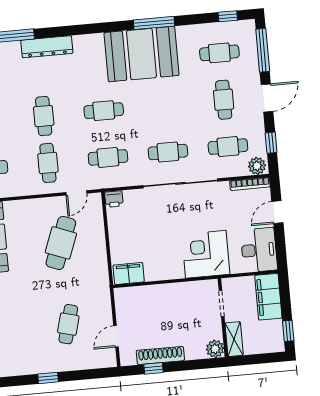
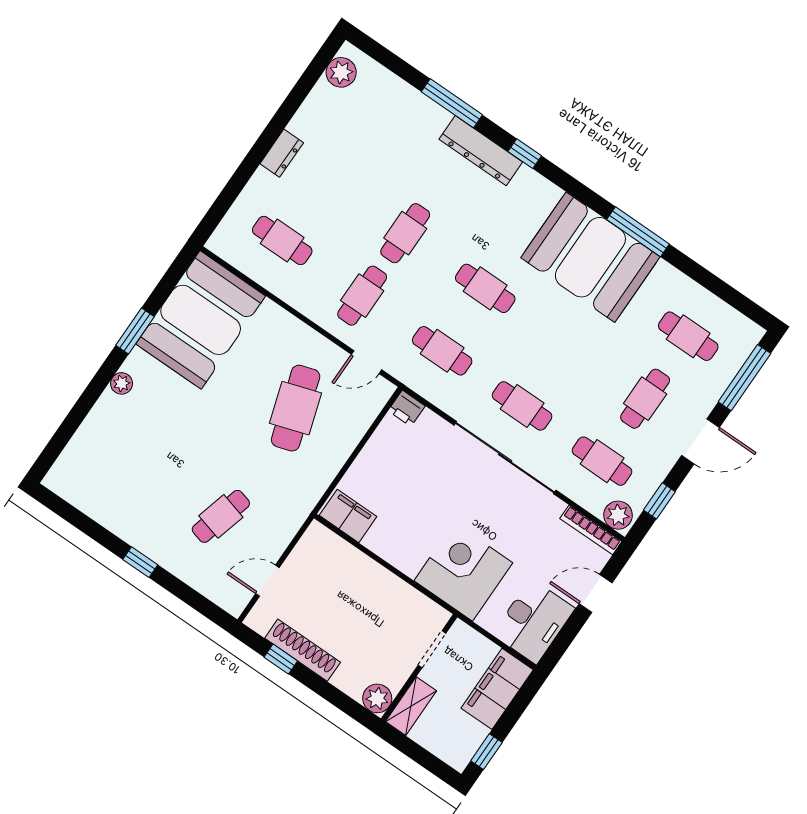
window: (228, 16) -> (525, 154), moved
cafe table: (61, 243) -> (296, 408), turned -39

